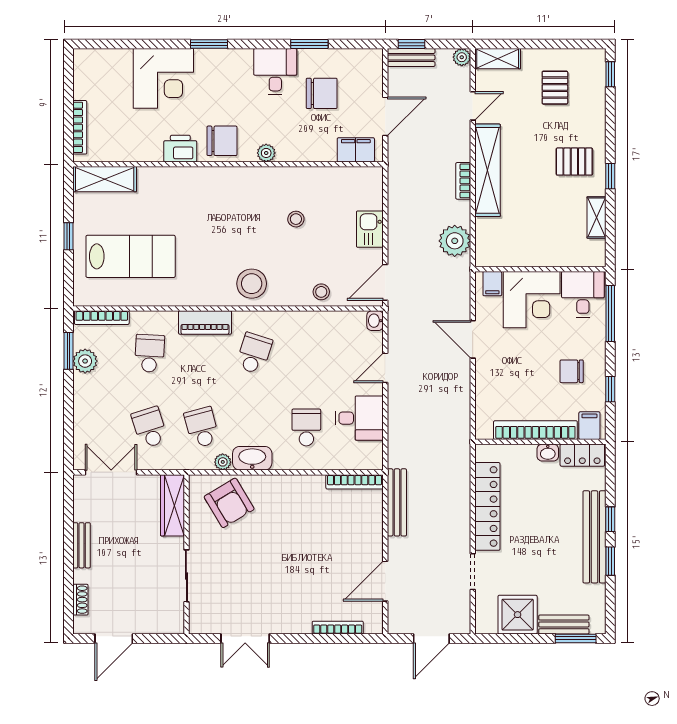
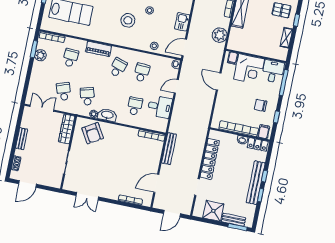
stool: (252, 284) -> (128, 20), moved
school desk: (306, 353) -> (142, 72), added

